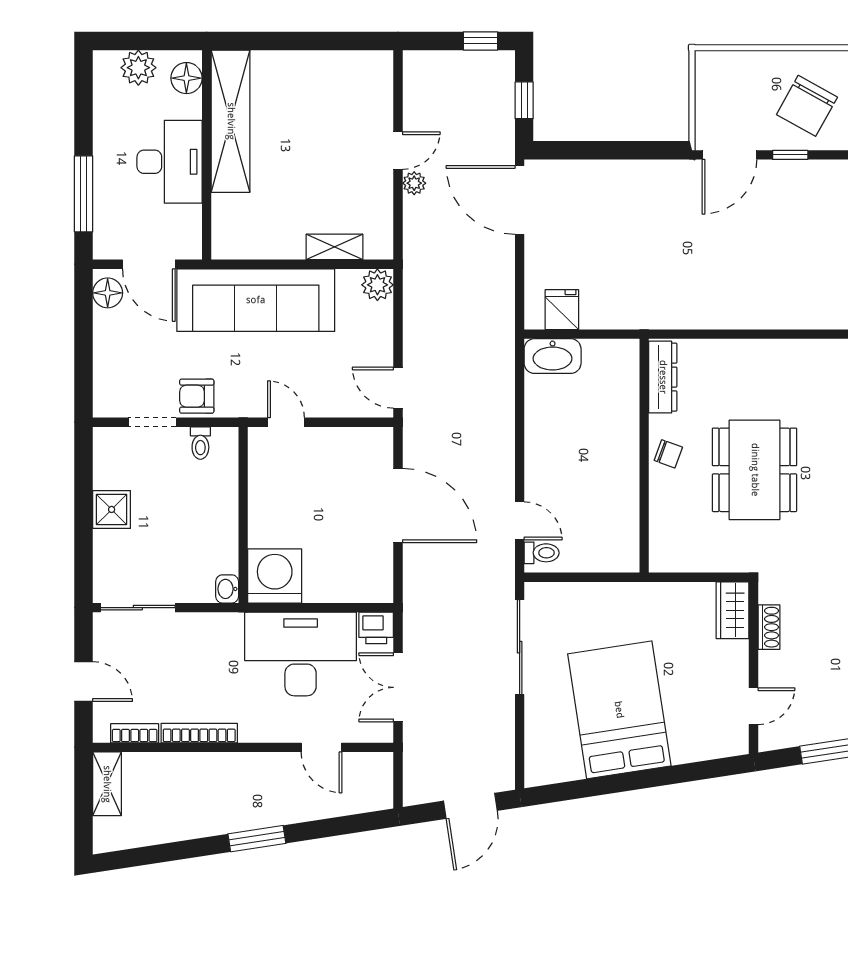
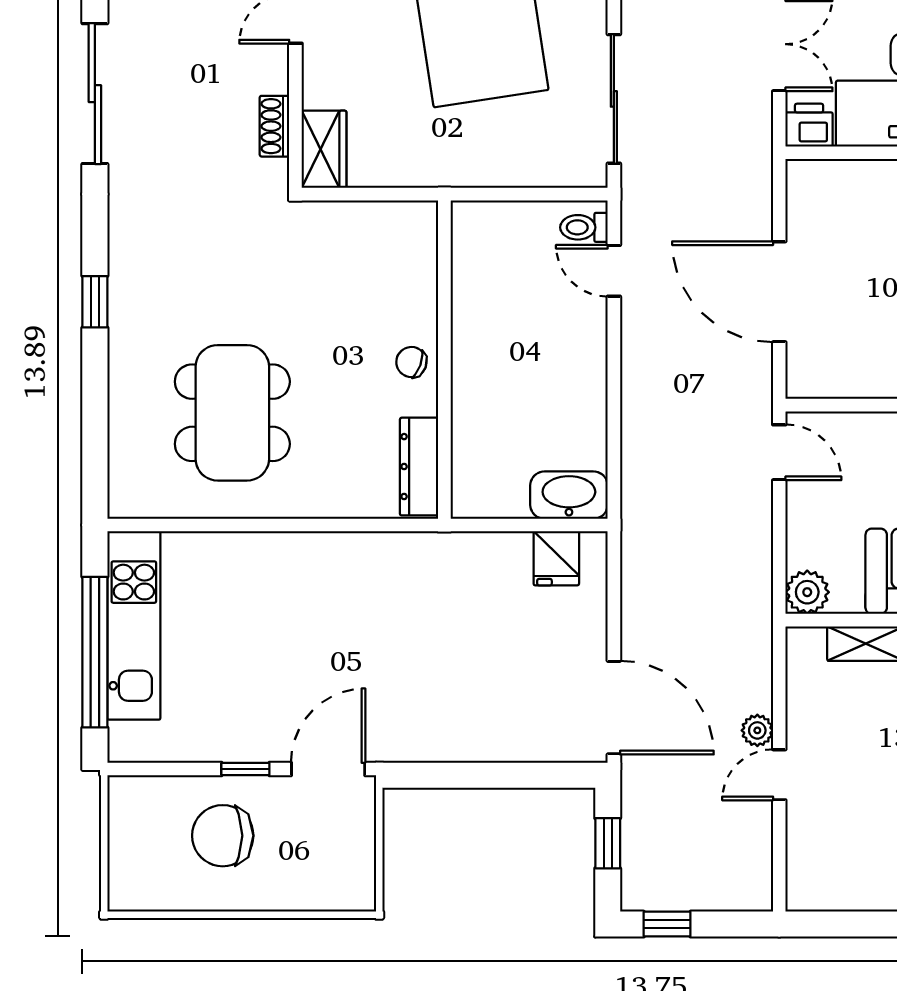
chair: (807, 106) -> (223, 836), turned -119
dining table: (755, 470) -> (232, 413), moved

